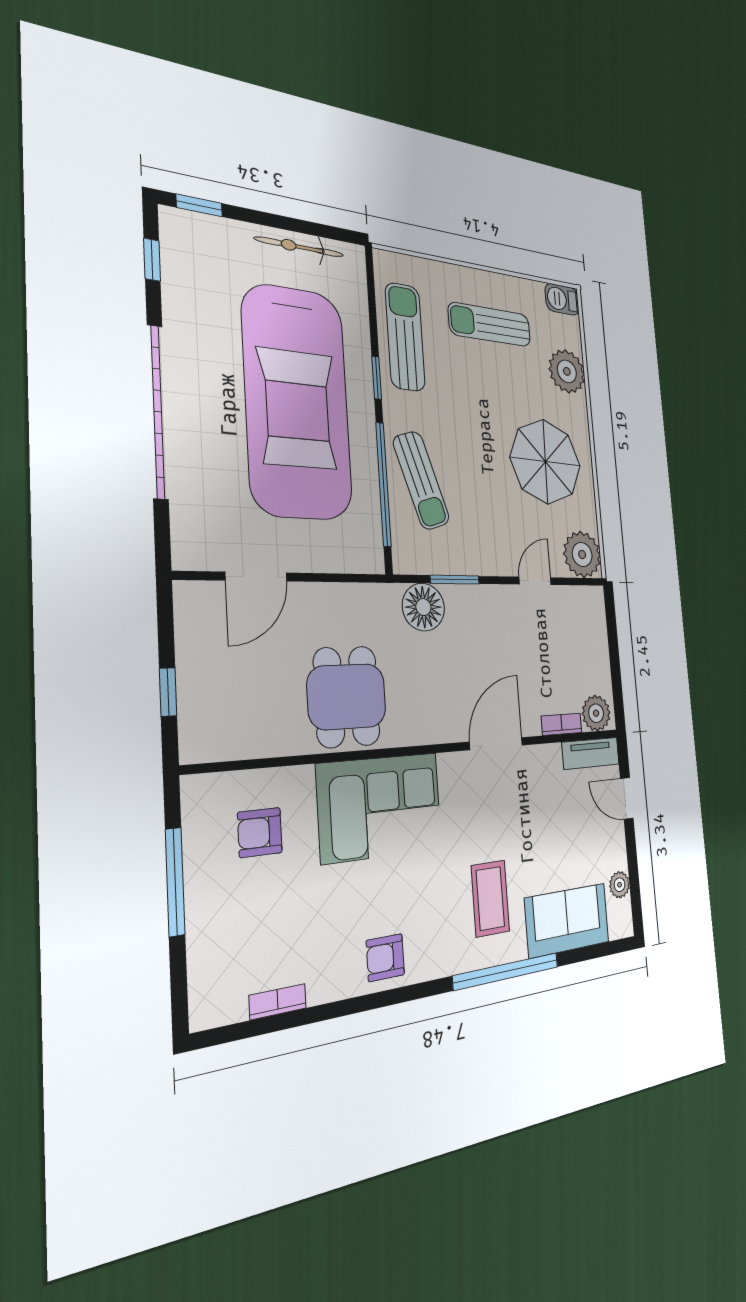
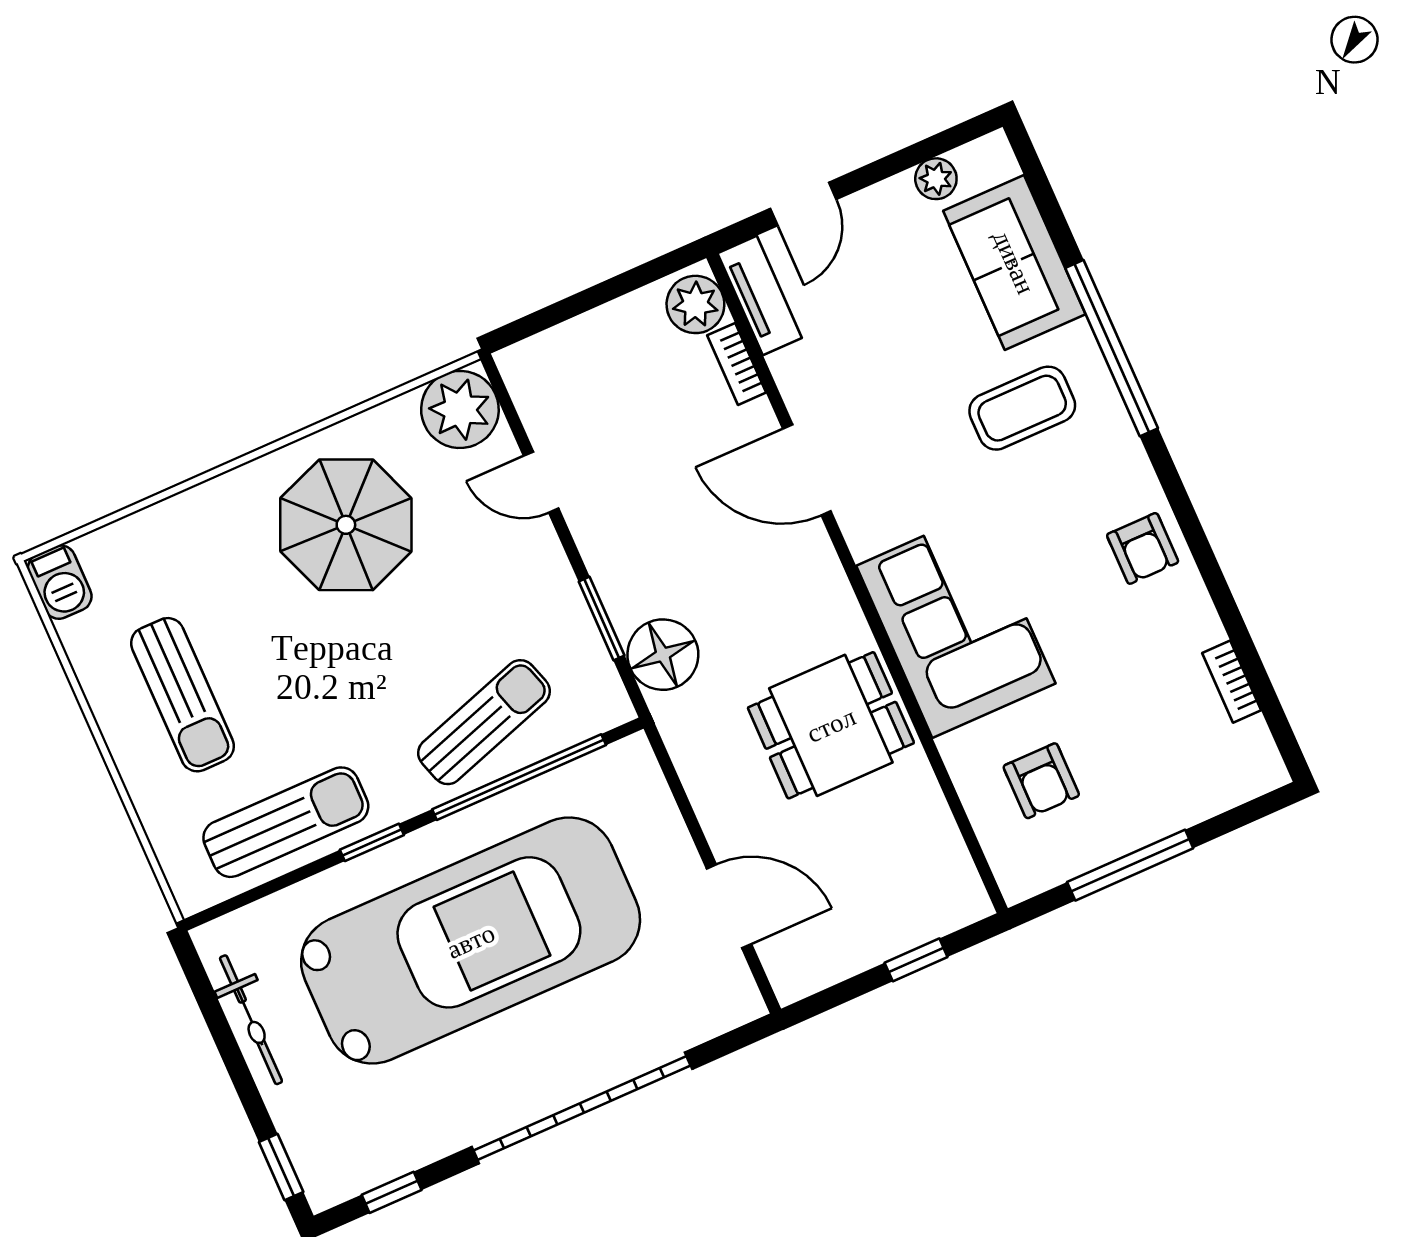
sun lounger: (405, 337) -> (286, 822), turned 180
plant: (567, 371) -> (176, 534), removed

